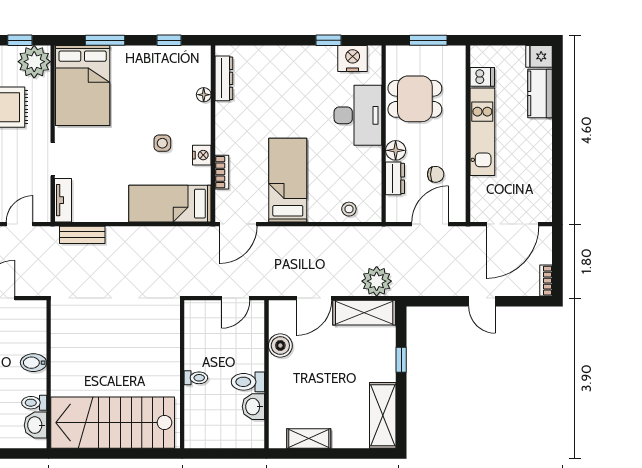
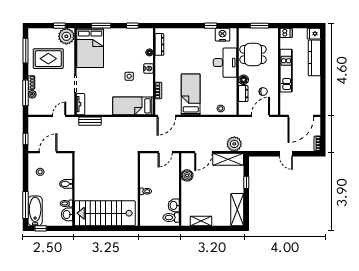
dishwasher: (482, 77) -> (286, 33), moved
kitchen counter: (540, 93) -> (314, 58), width x1.50
nightstand: (202, 155) -> (149, 68), moved
toilet: (248, 382) -> (171, 218), moved

